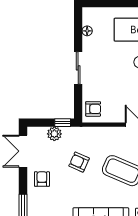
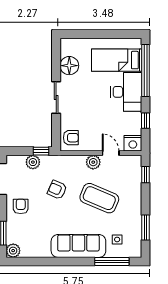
floor lamp: (87, 31) -> (69, 66), width x1.89, depth x1.89
plant: (116, 134) -> (93, 162), added

